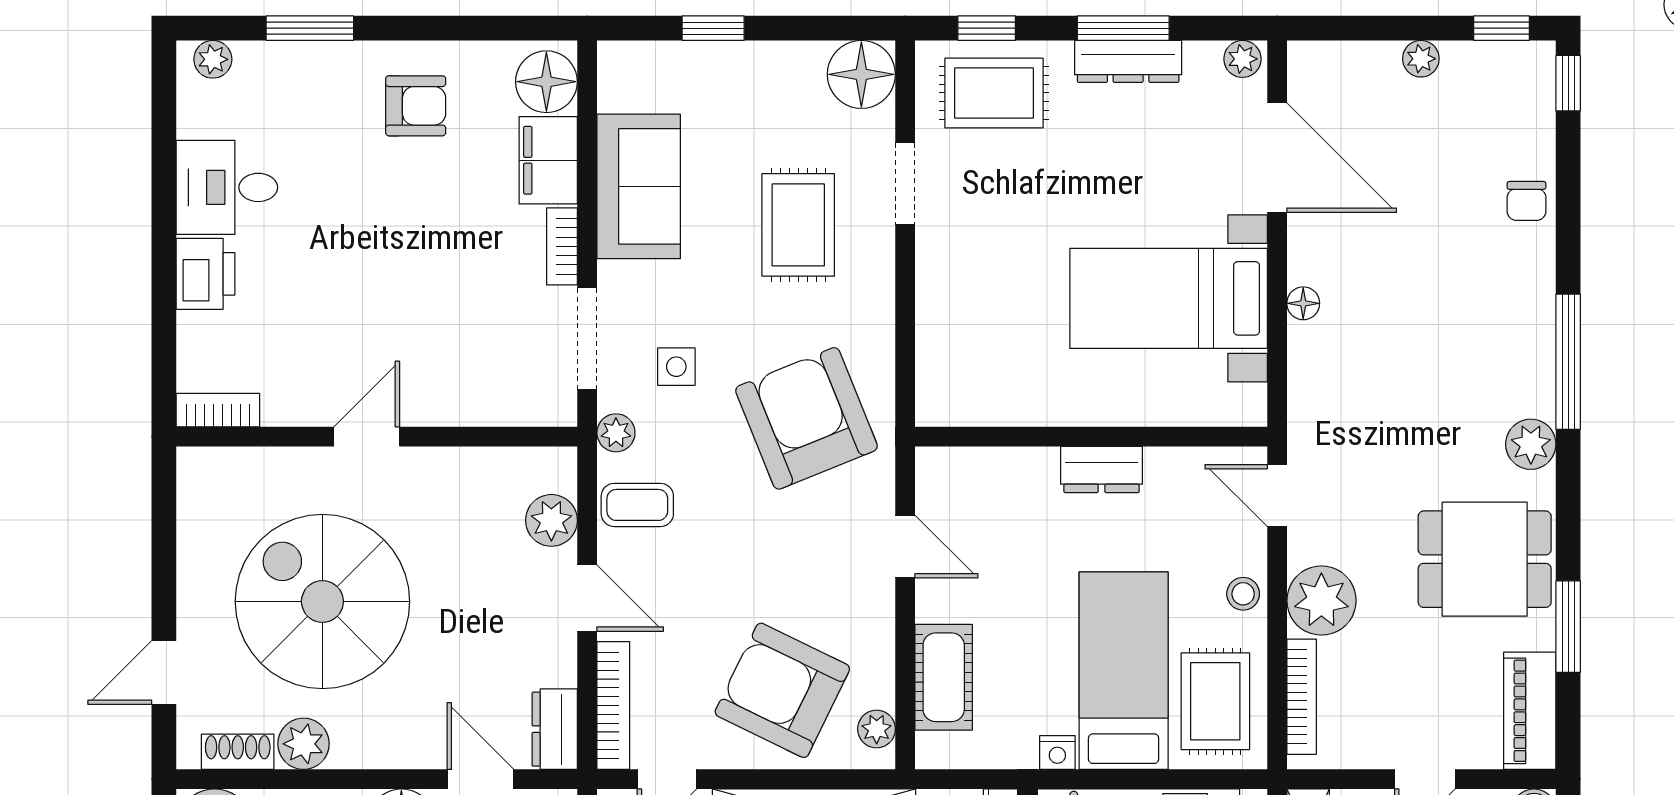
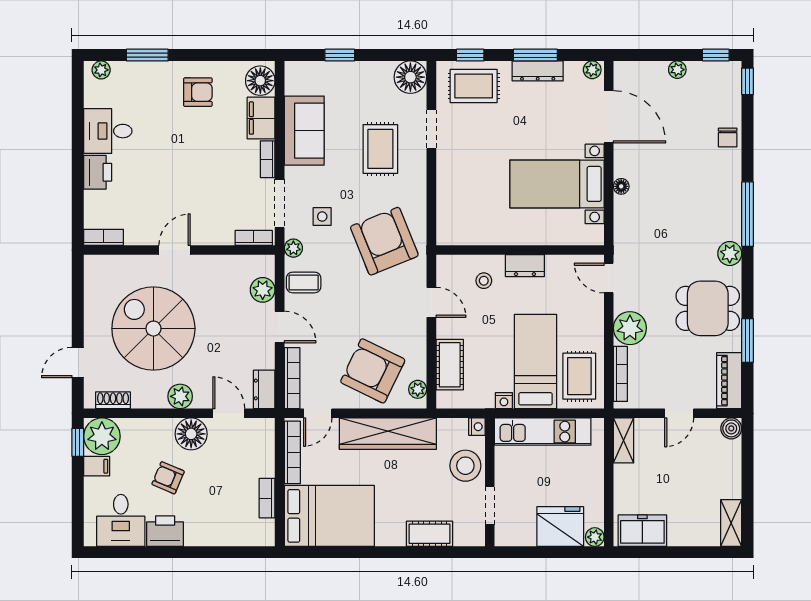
bookcase: (533, 411) -> (254, 238), added
stool: (1243, 594) -> (484, 281), moved
plant: (304, 744) -> (180, 396), moved

